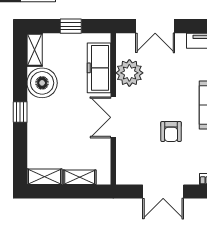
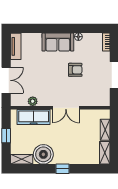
plant: (129, 73) -> (33, 101), width x0.53, depth x0.53

